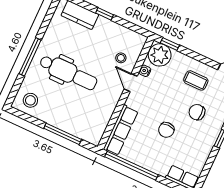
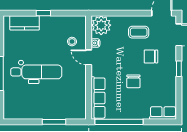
window: (170, 44) -> (105, 13), removed
stool: (30, 100) -> (17, 107), removed
window: (63, 134) -> (54, 122), width x0.69

